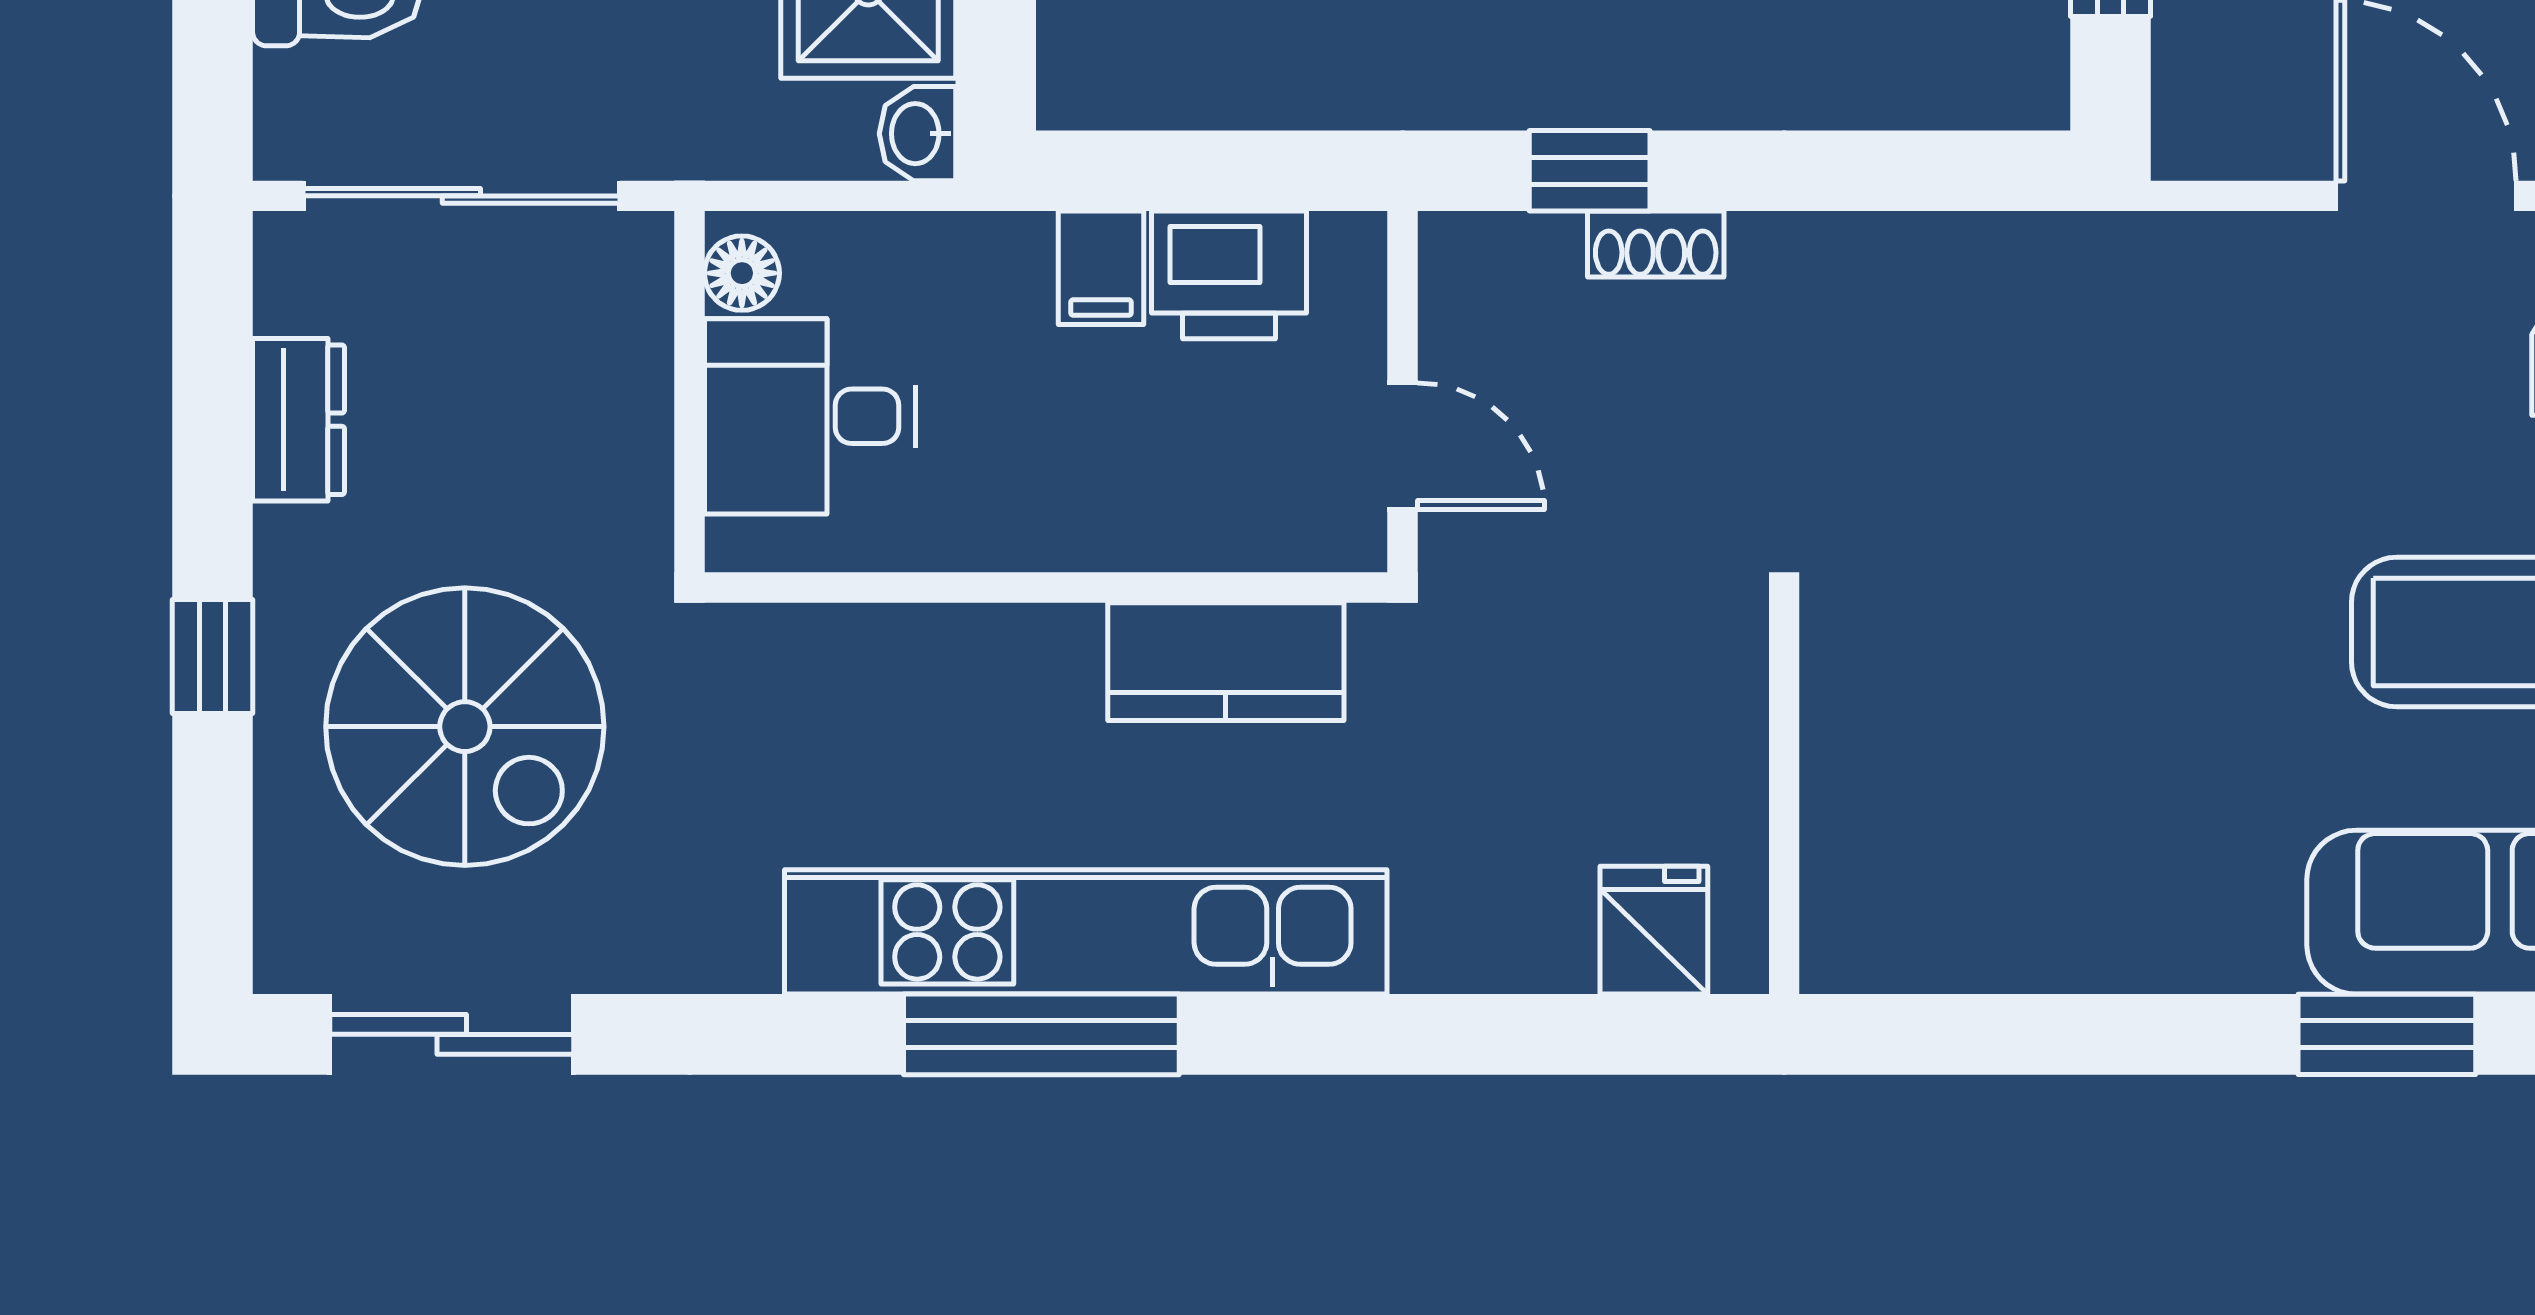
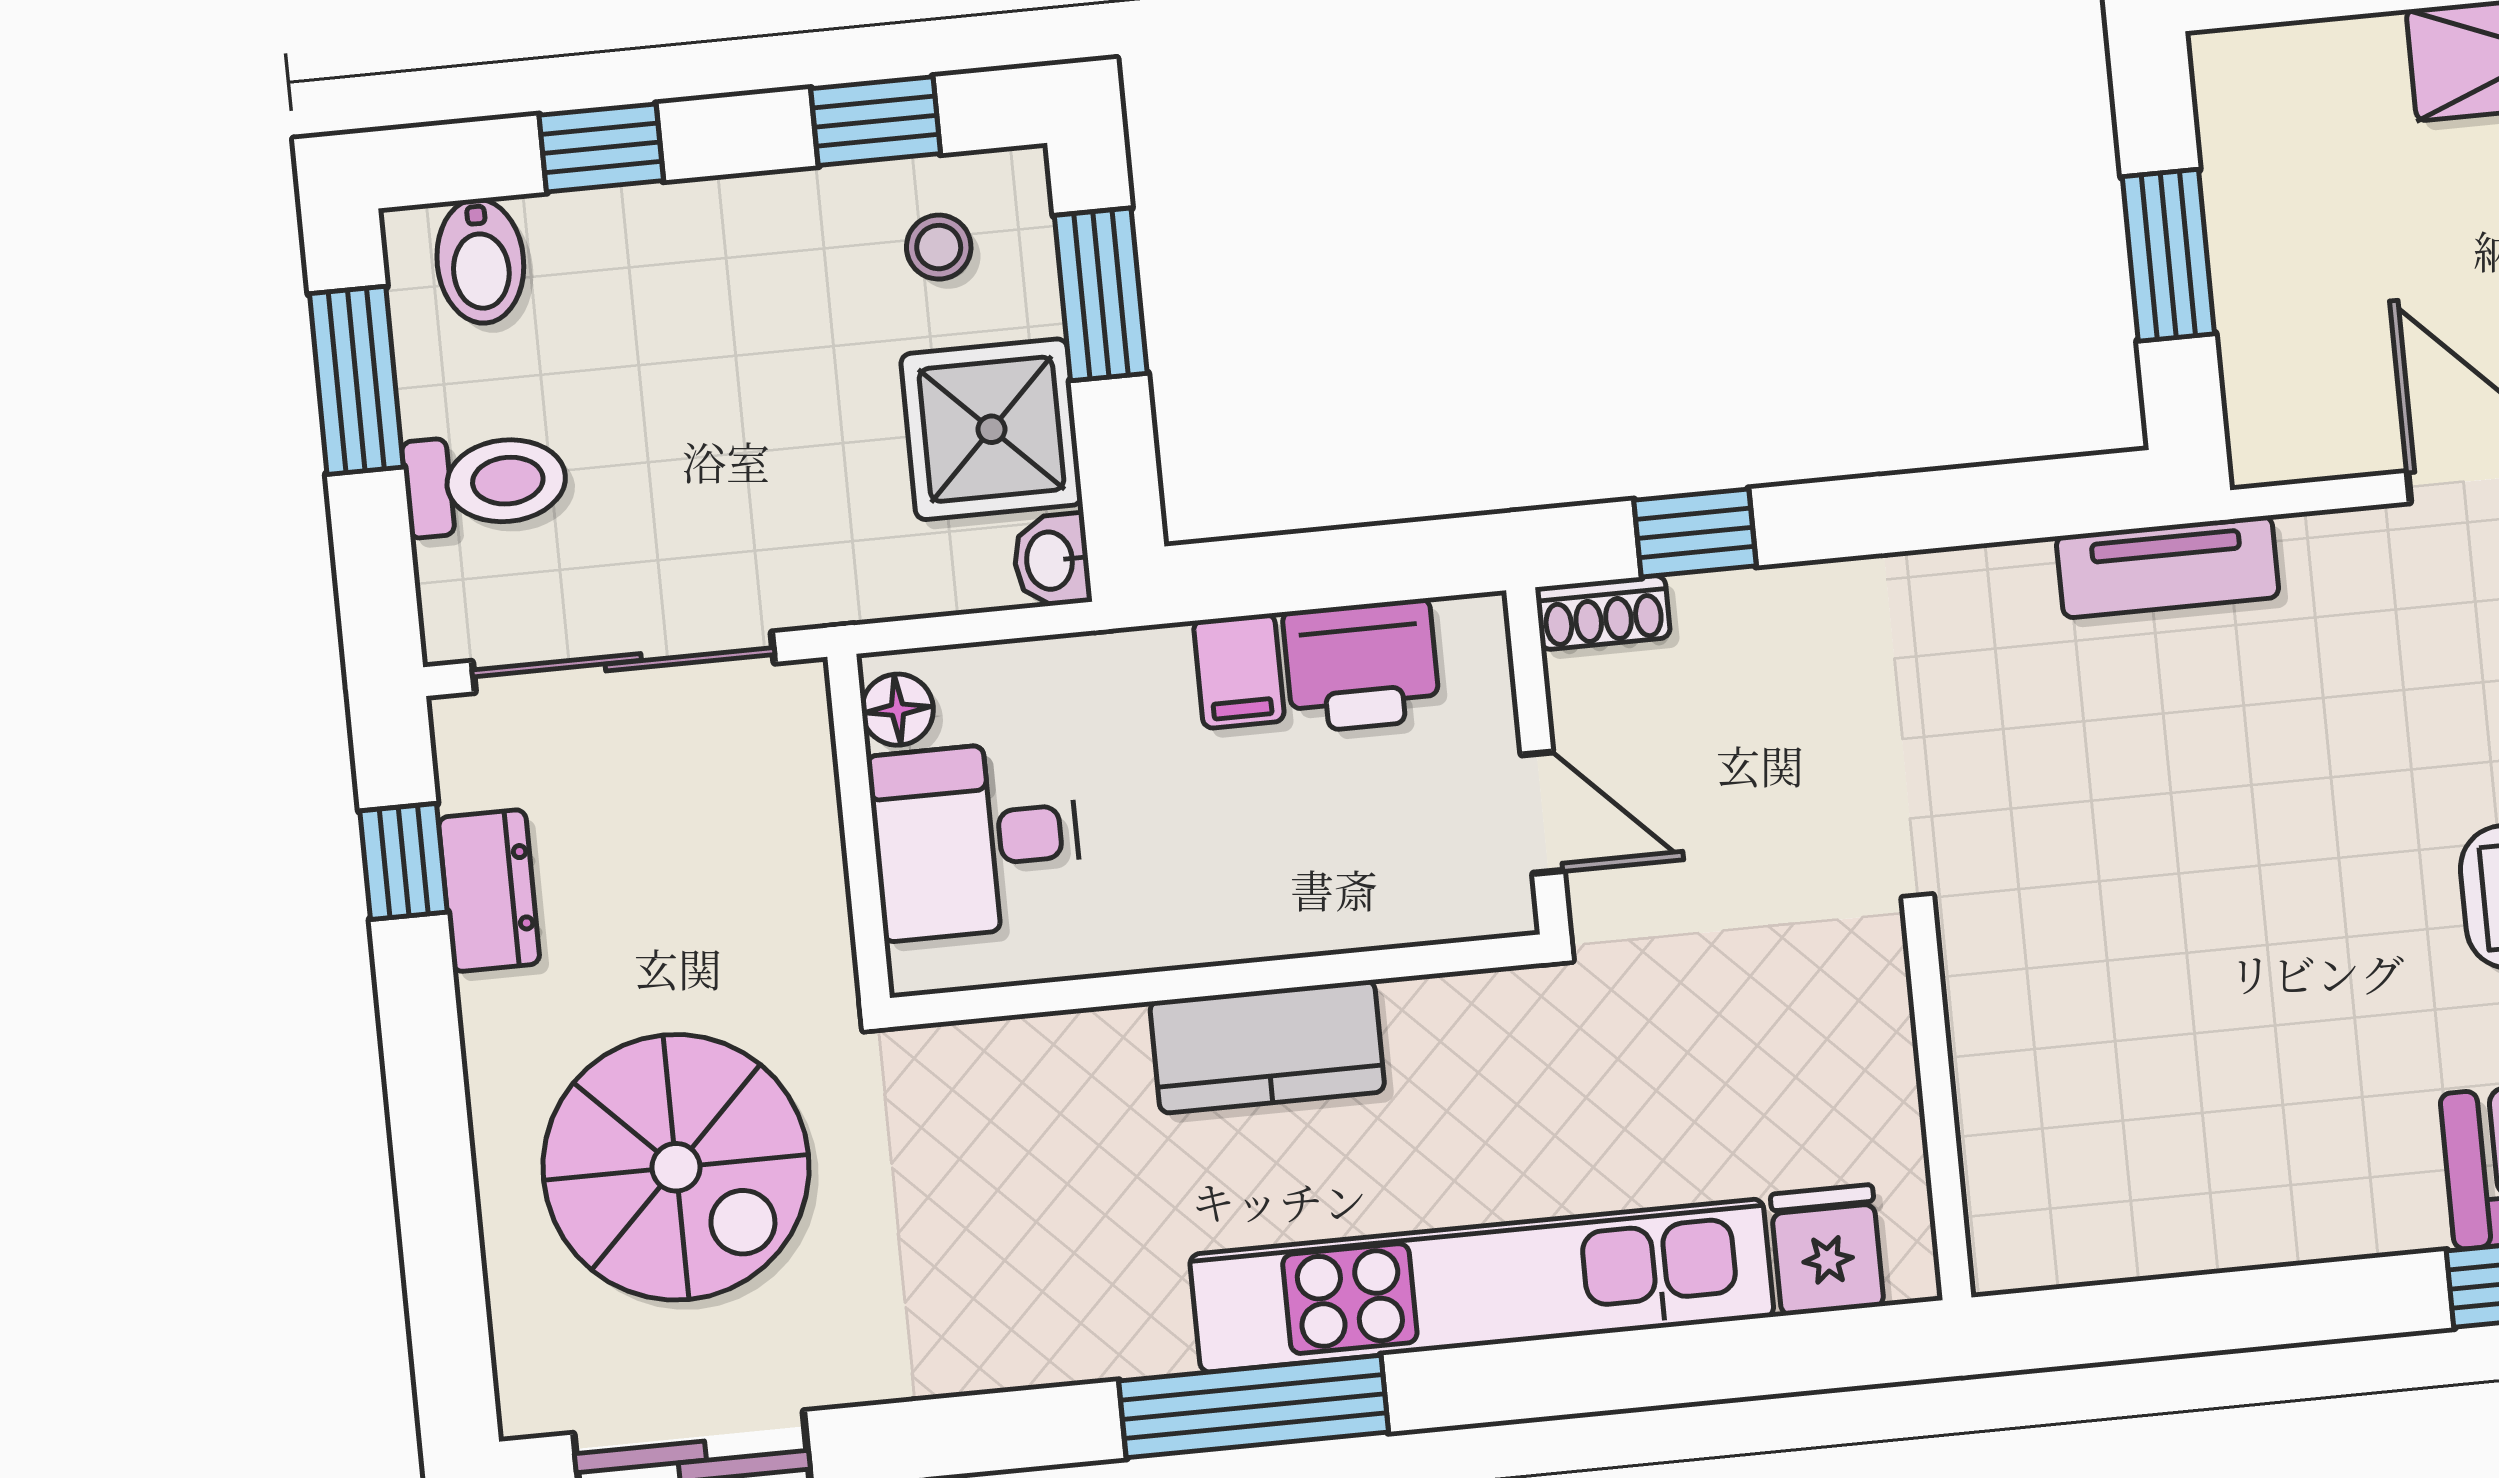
shoe rack: (1656, 244) -> (1603, 612), moved
tv unit: (2078, 254) -> (2168, 567), added
window: (213, 656) -> (404, 862), moved
kitchen counter: (1226, 662) -> (1267, 1047), moved
kitchen unit: (1086, 932) -> (1482, 1286), moved

